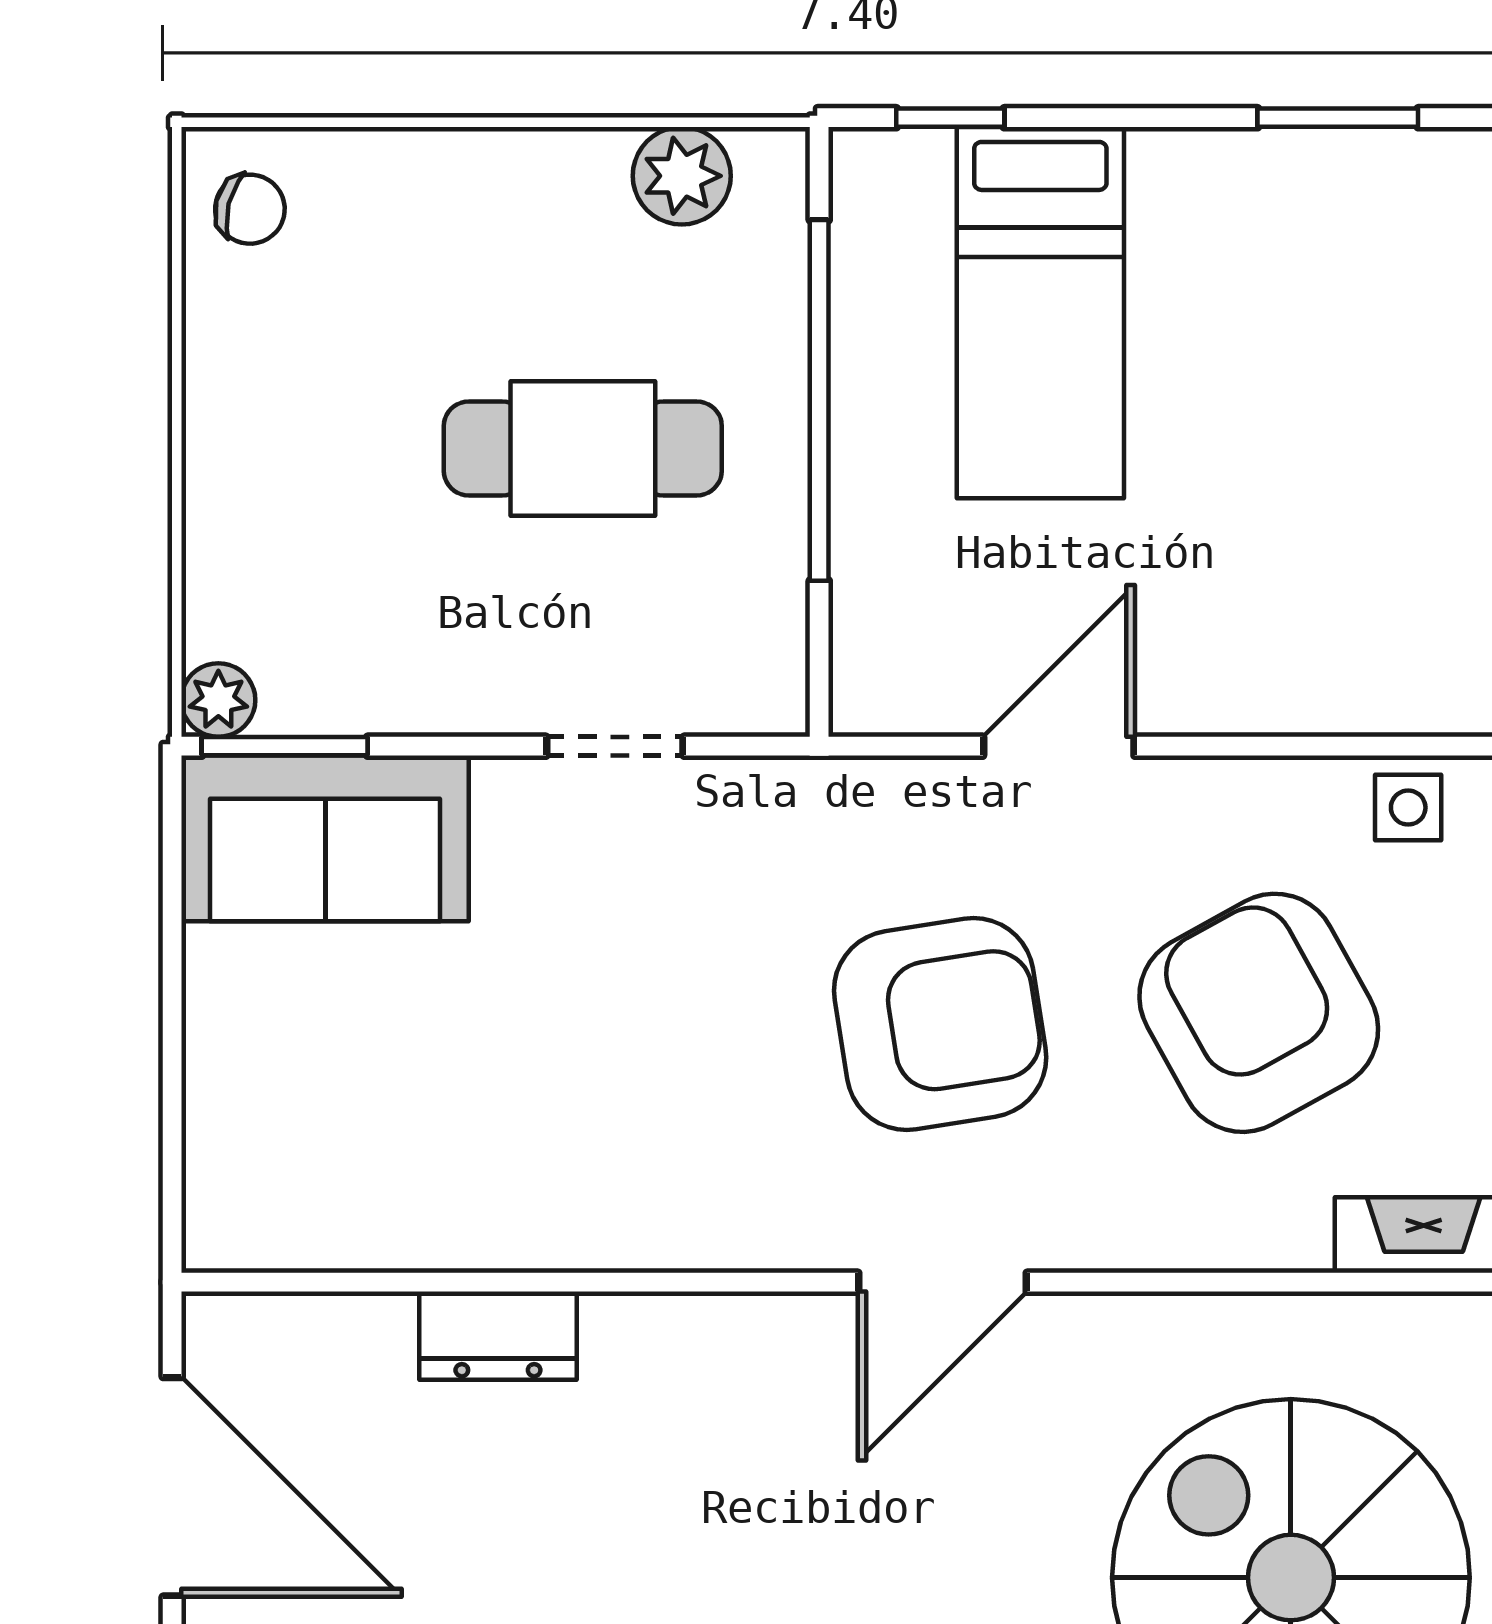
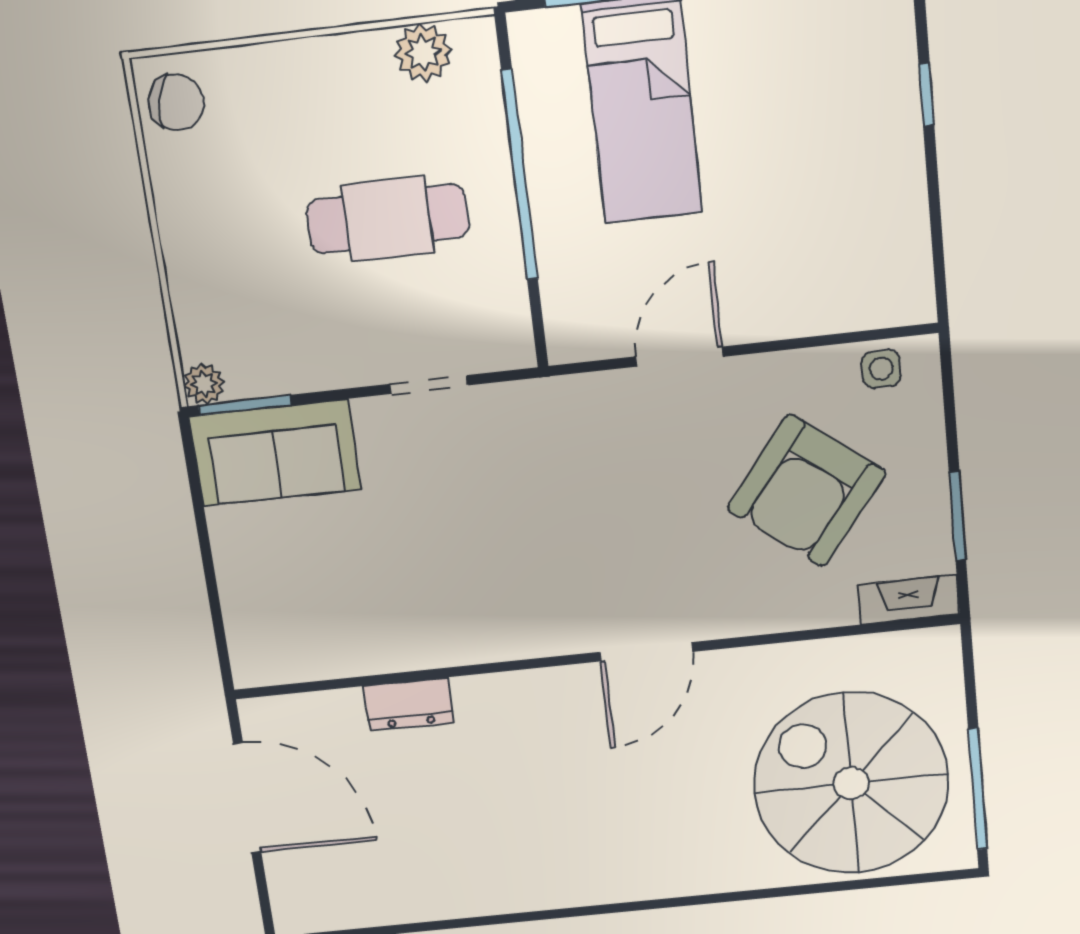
chair: (250, 209) -> (176, 102), width x1.37, depth x1.37
armchair: (1259, 1013) -> (806, 491), turned -113
armchair: (940, 1024) -> (629, 516), removed

